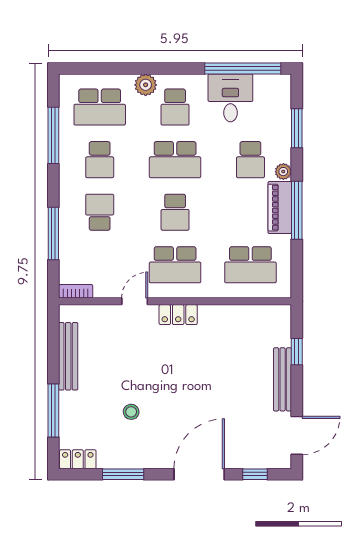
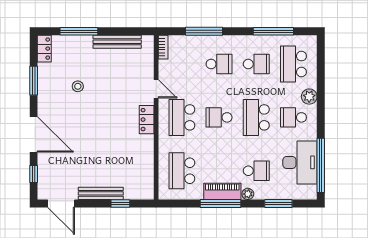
desk: (230, 98) -> (300, 162), width x1.37
school desk: (100, 160) -> (256, 64), turned 180
school desk: (250, 160) -> (256, 171), turned 180

